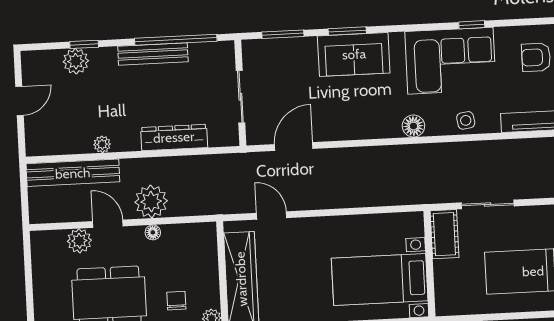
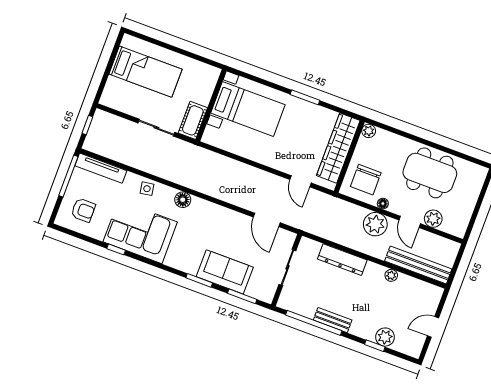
bench: (153, 54) -> (333, 320), width x0.73
sofa: (354, 54) -> (225, 272), moved
door: (294, 147) -> (267, 220), hinge flipped
chair: (176, 301) -> (366, 180), moved, width x1.87, depth x1.87

